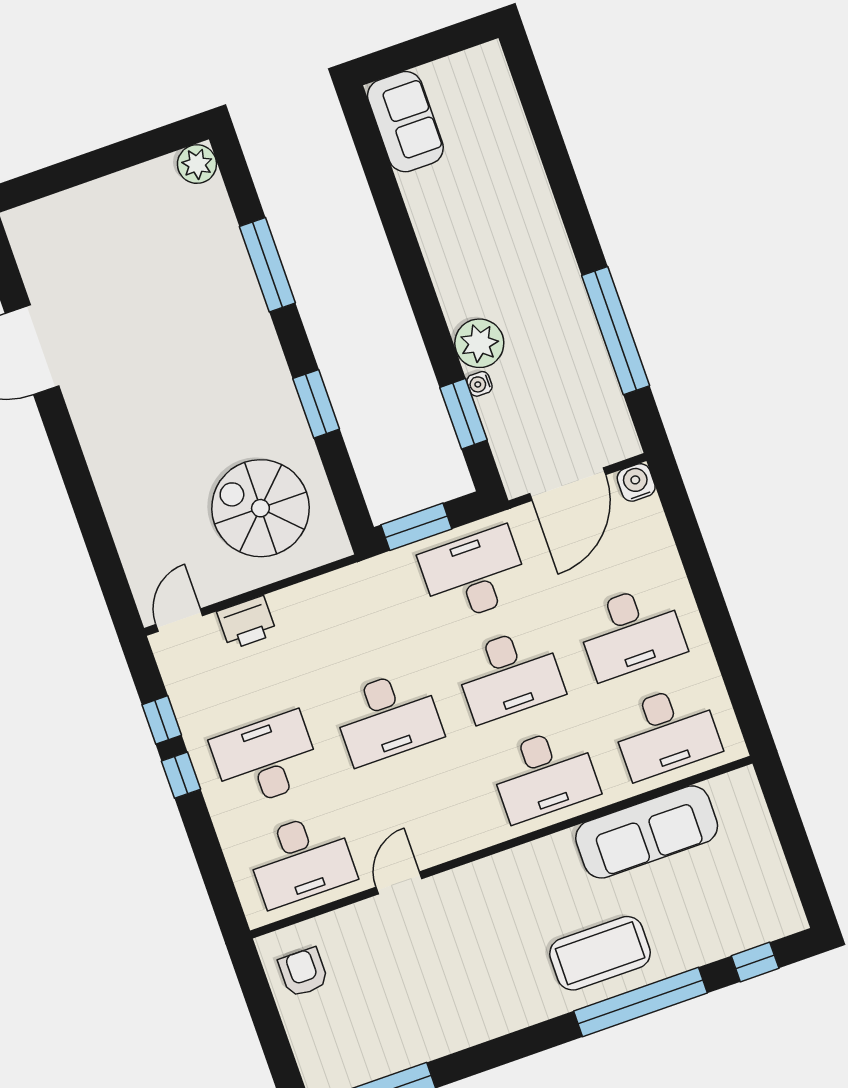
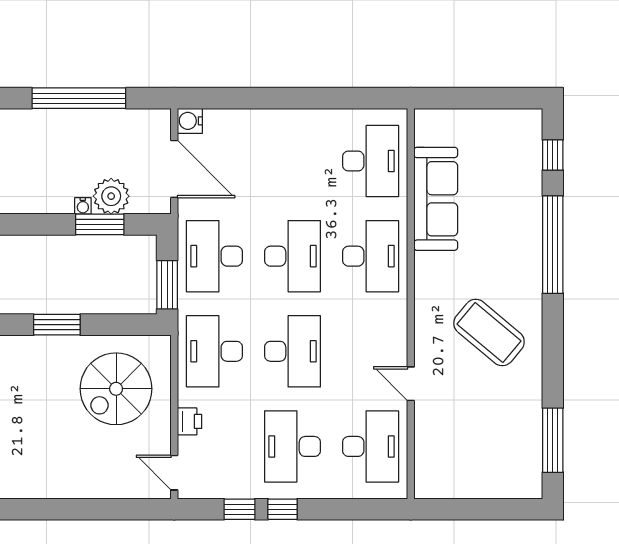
plant: (479, 343) -> (111, 196), moved
printer: (247, 623) -> (189, 421), width x0.73, depth x0.81
desk: (631, 632) -> (214, 351), moved, turned 180
coffee table: (600, 953) -> (489, 333), moved, turned -50
armchair: (303, 972) -> (450, 472), removed

